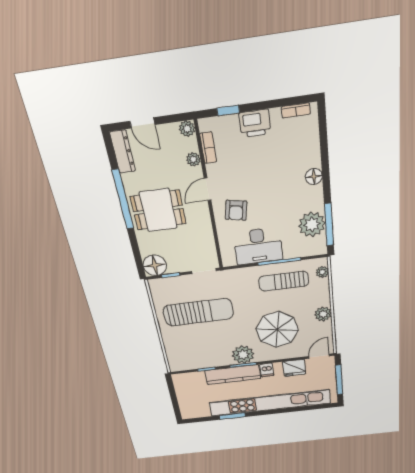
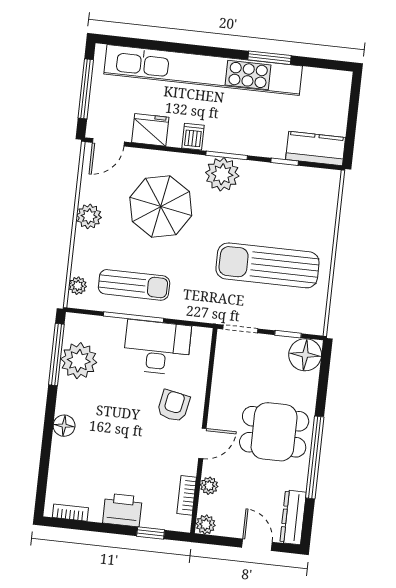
kitchen counter: (233, 375) -> (316, 148), moved, width x0.67

